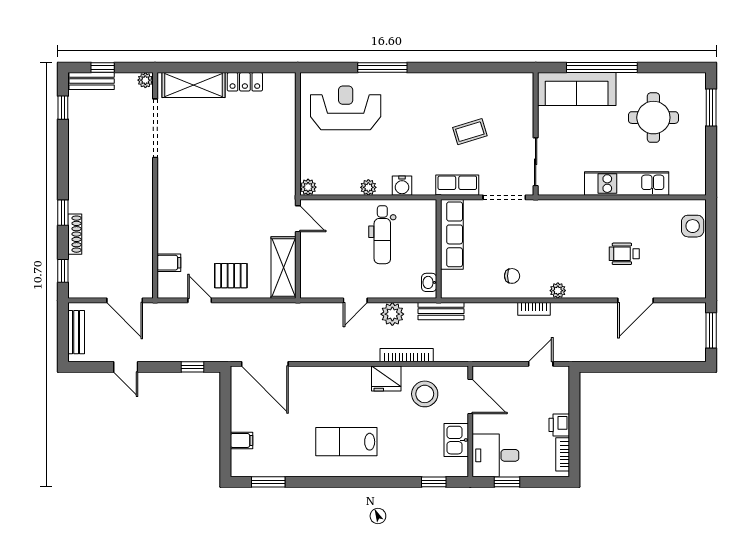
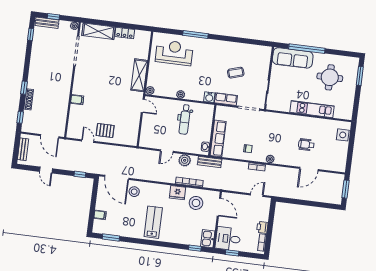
water cooler: (402, 186) -> (209, 97), moved
row of seats: (452, 234) -> (218, 138), moved
filing cabinet: (169, 263) -> (77, 100), moved
shelving: (283, 267) -> (139, 75), moved
stool: (302, 387) -> (134, 192), added
kitchen sink: (456, 440) -> (208, 239), moved
lab bench: (346, 442) -> (153, 222), turned 90

